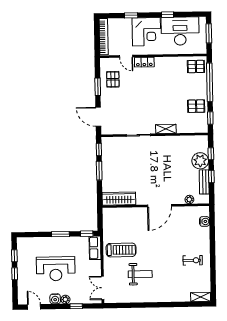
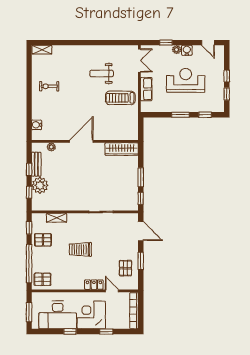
trolley: (158, 97) -> (80, 249), added
shelving: (166, 129) -> (57, 218), moved
window: (87, 234) -> (205, 115), moved
row of seats: (95, 248) -> (146, 89), moved

